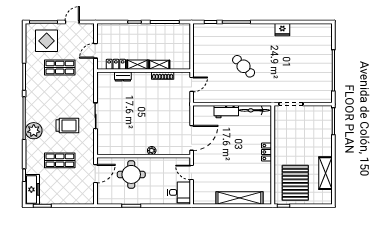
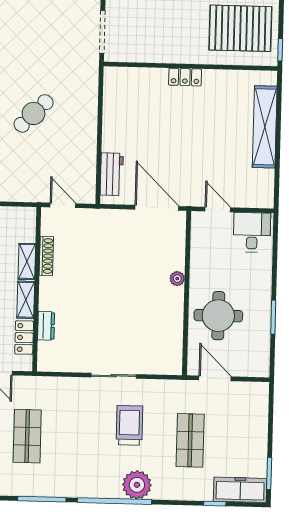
bicycle: (254, 110) -> (111, 96), removed
workbench: (226, 112) -> (112, 174), moved
door: (192, 173) -> (218, 209), swing flipped

